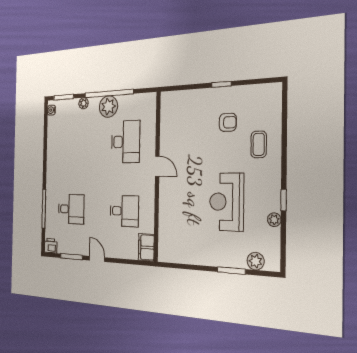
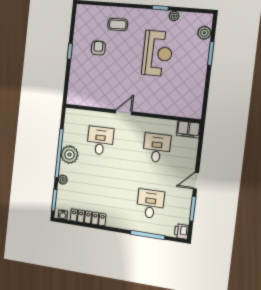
locker: (52, 140) -> (88, 217), added
desk: (125, 142) -> (100, 141), width x0.73
reception desk: (227, 202) -> (158, 54), turned -90

